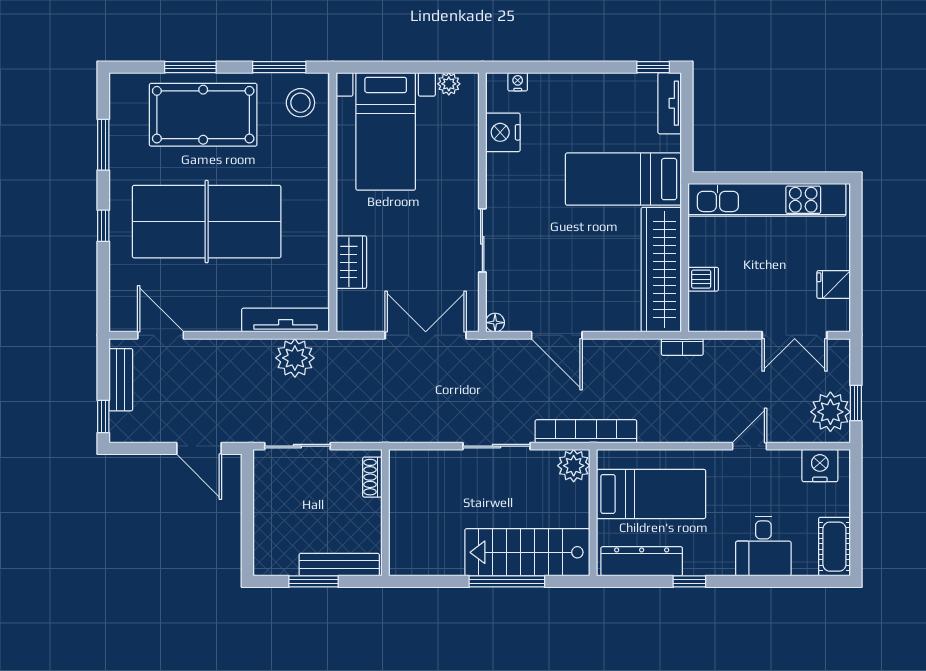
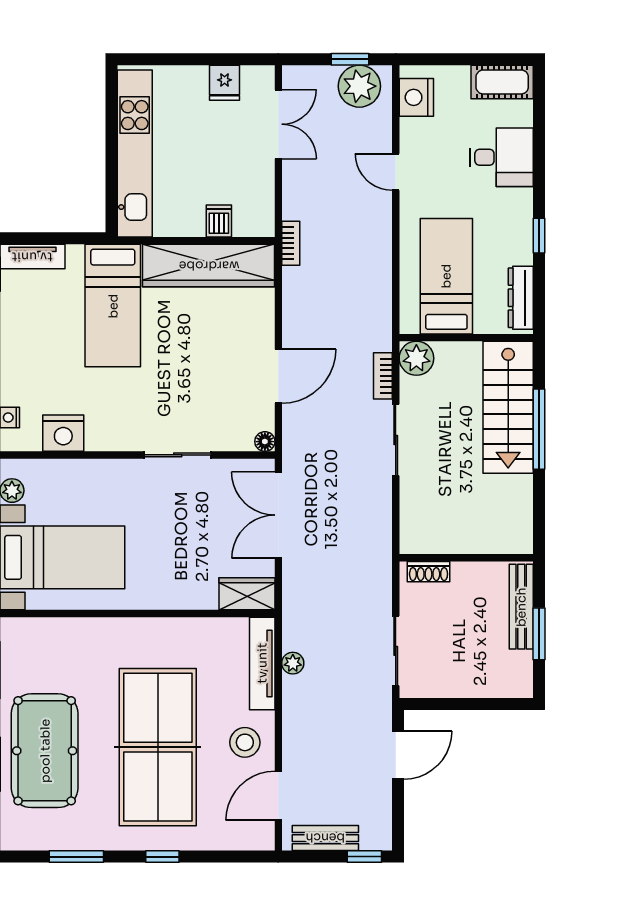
stool: (300, 103) -> (245, 742), moved
wardrobe: (351, 262) -> (247, 594), moved
plant: (295, 358) -> (293, 663), width x0.53, depth x0.53
bookcase: (586, 431) -> (383, 376), width x0.43, depth x0.76
dresser: (642, 561) -> (521, 298), width x0.73, depth x0.80

